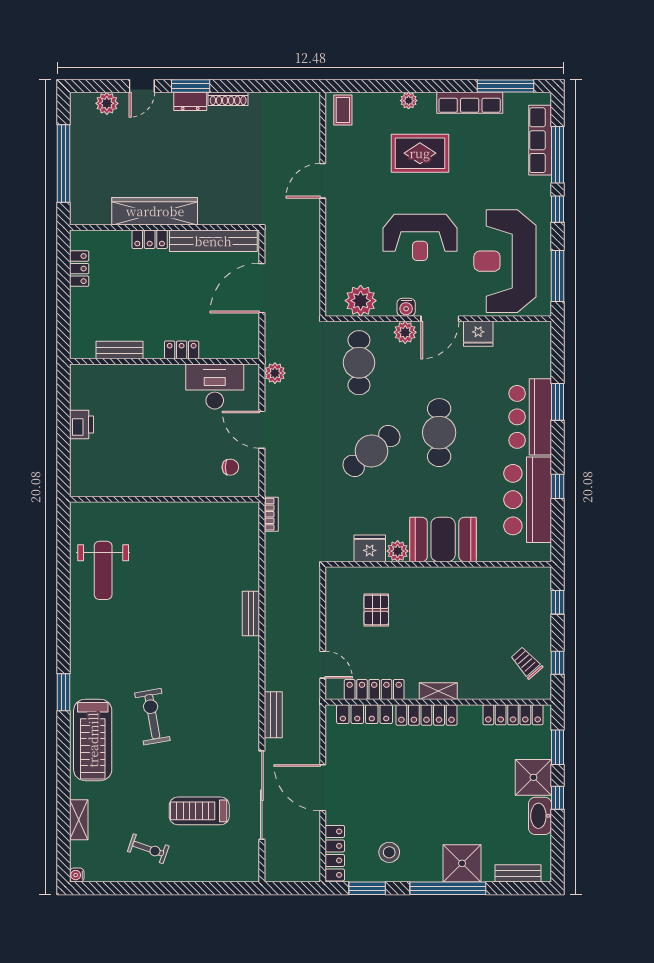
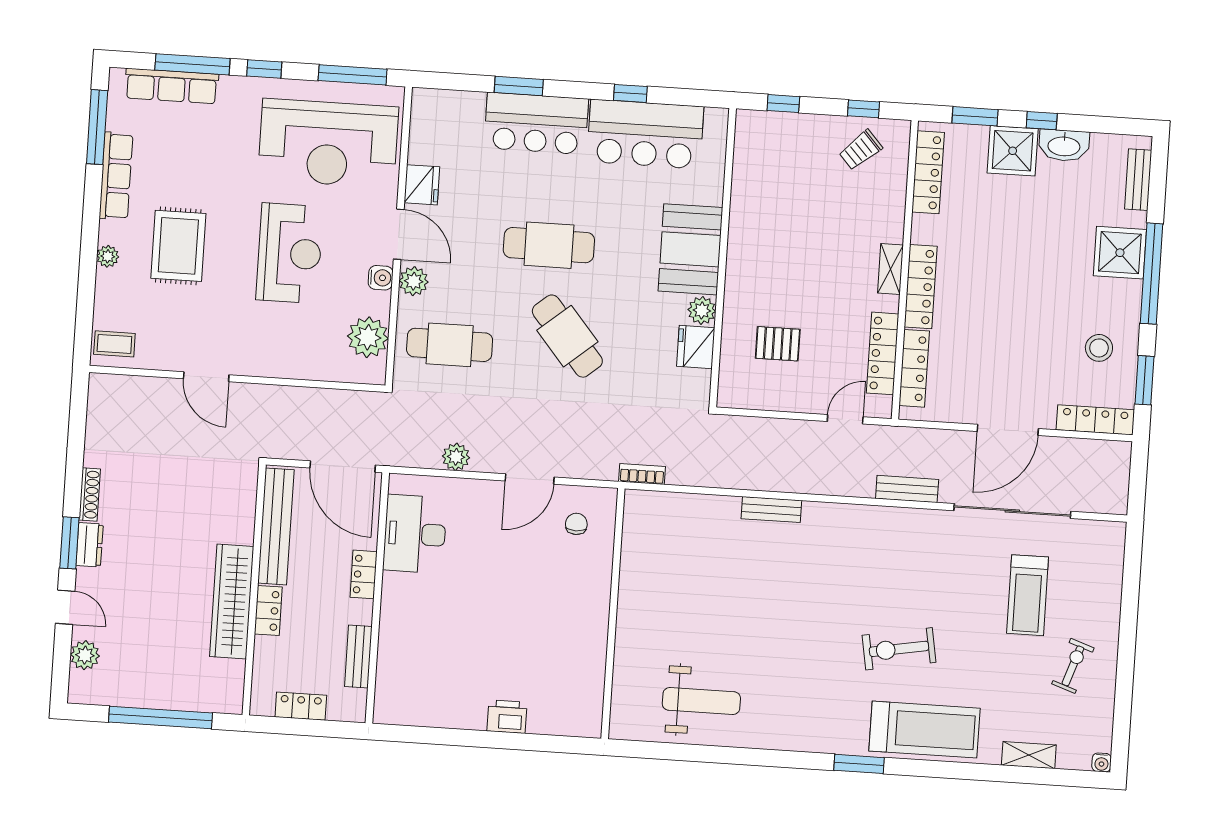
bench: (119, 350) -> (358, 656), moved
locker: (182, 350) -> (364, 574), moved
wall: (165, 361) -> (377, 598), moved
desk: (215, 386) -> (415, 534), moved

